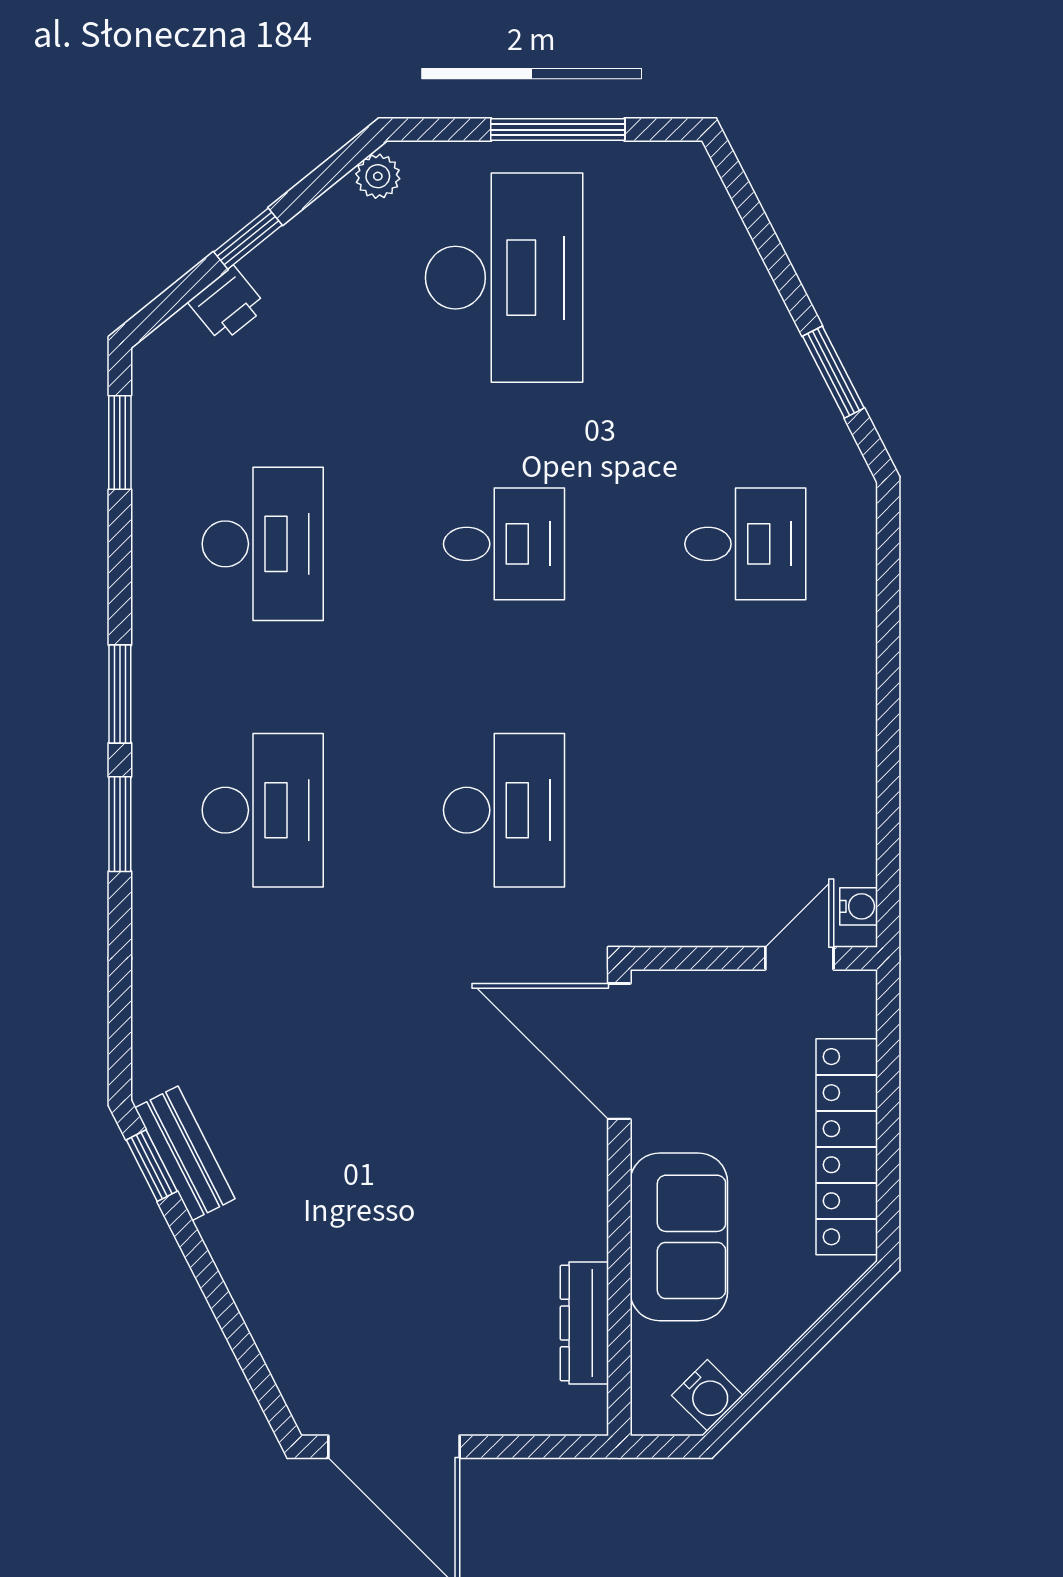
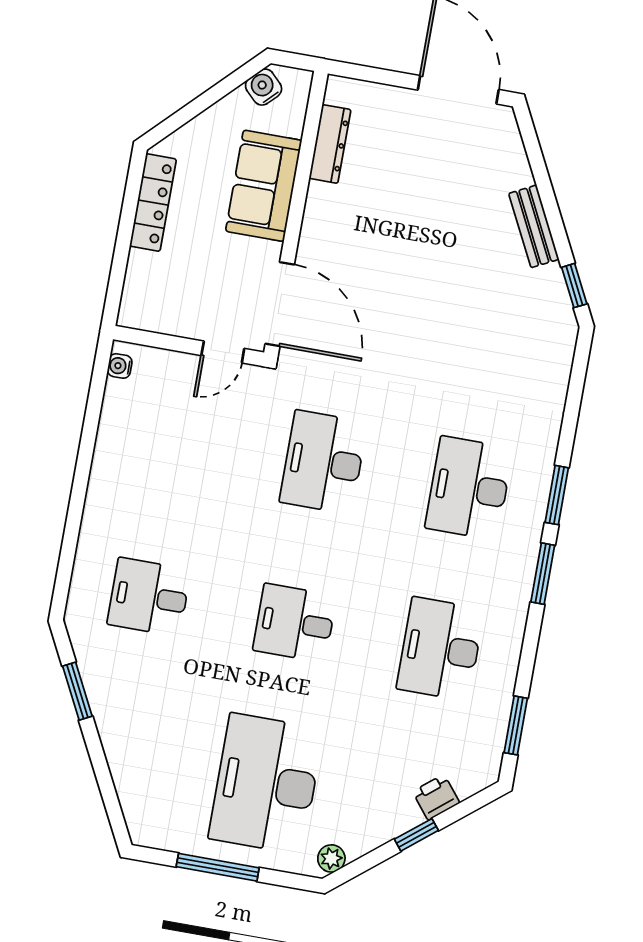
door: (799, 958) -> (223, 352), moved
locker: (847, 1147) -> (153, 202), width x0.71, depth x0.83
bench: (185, 1153) -> (534, 226), moved

